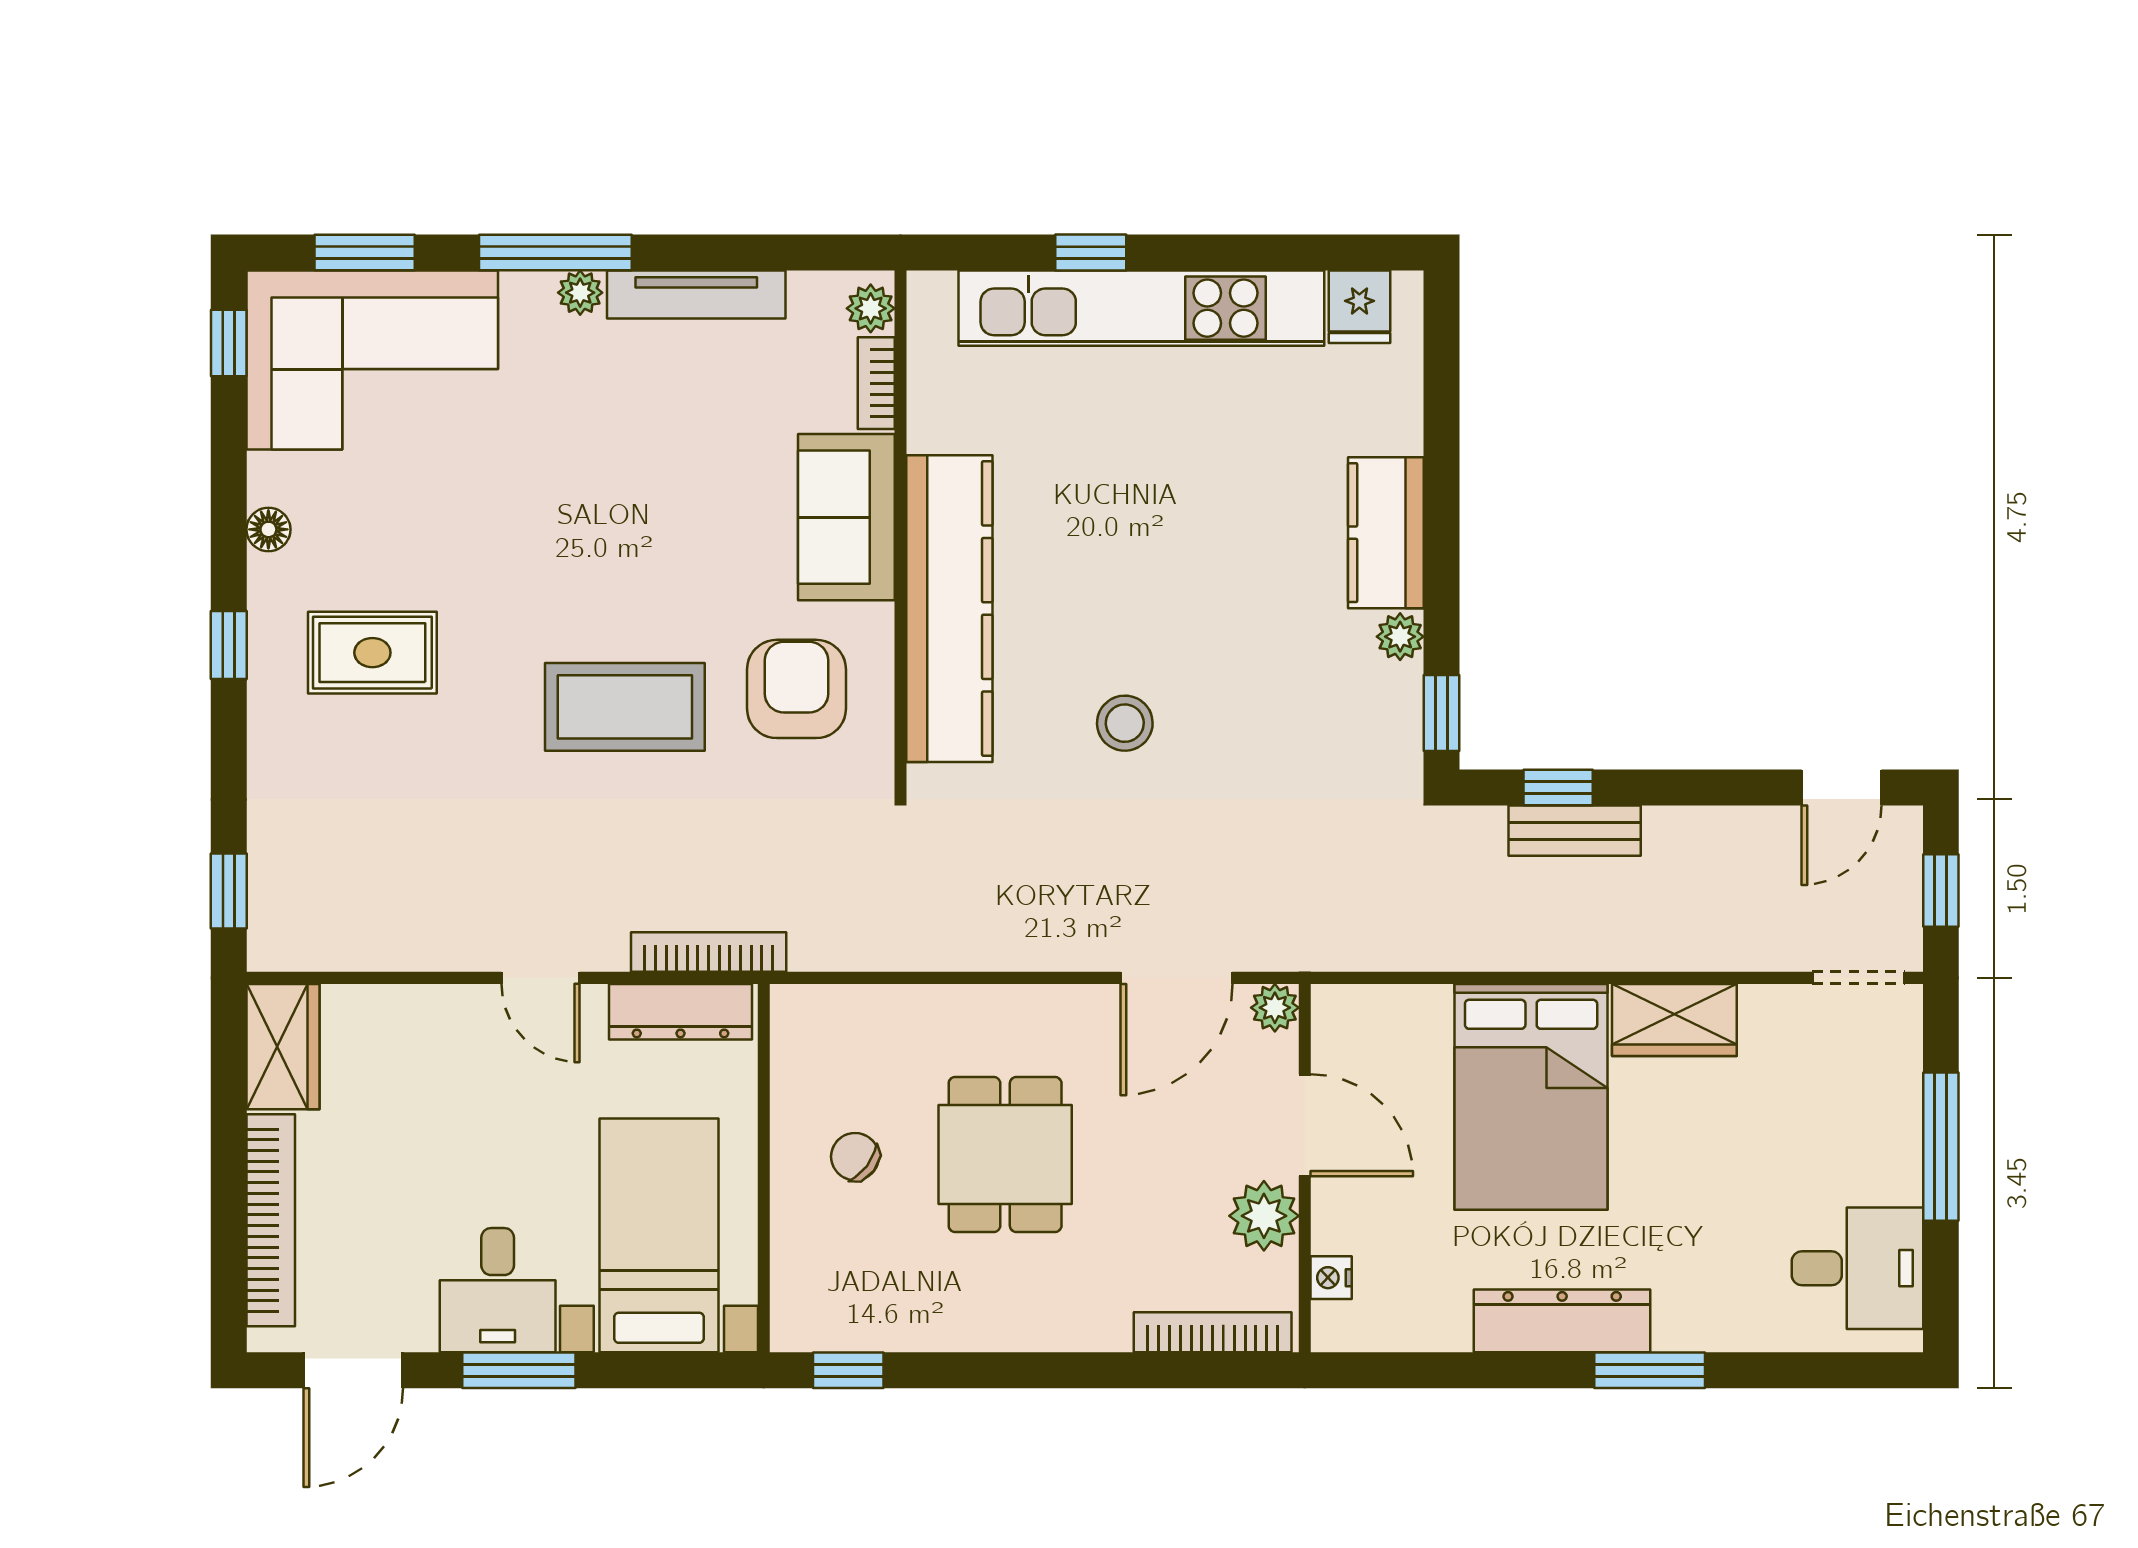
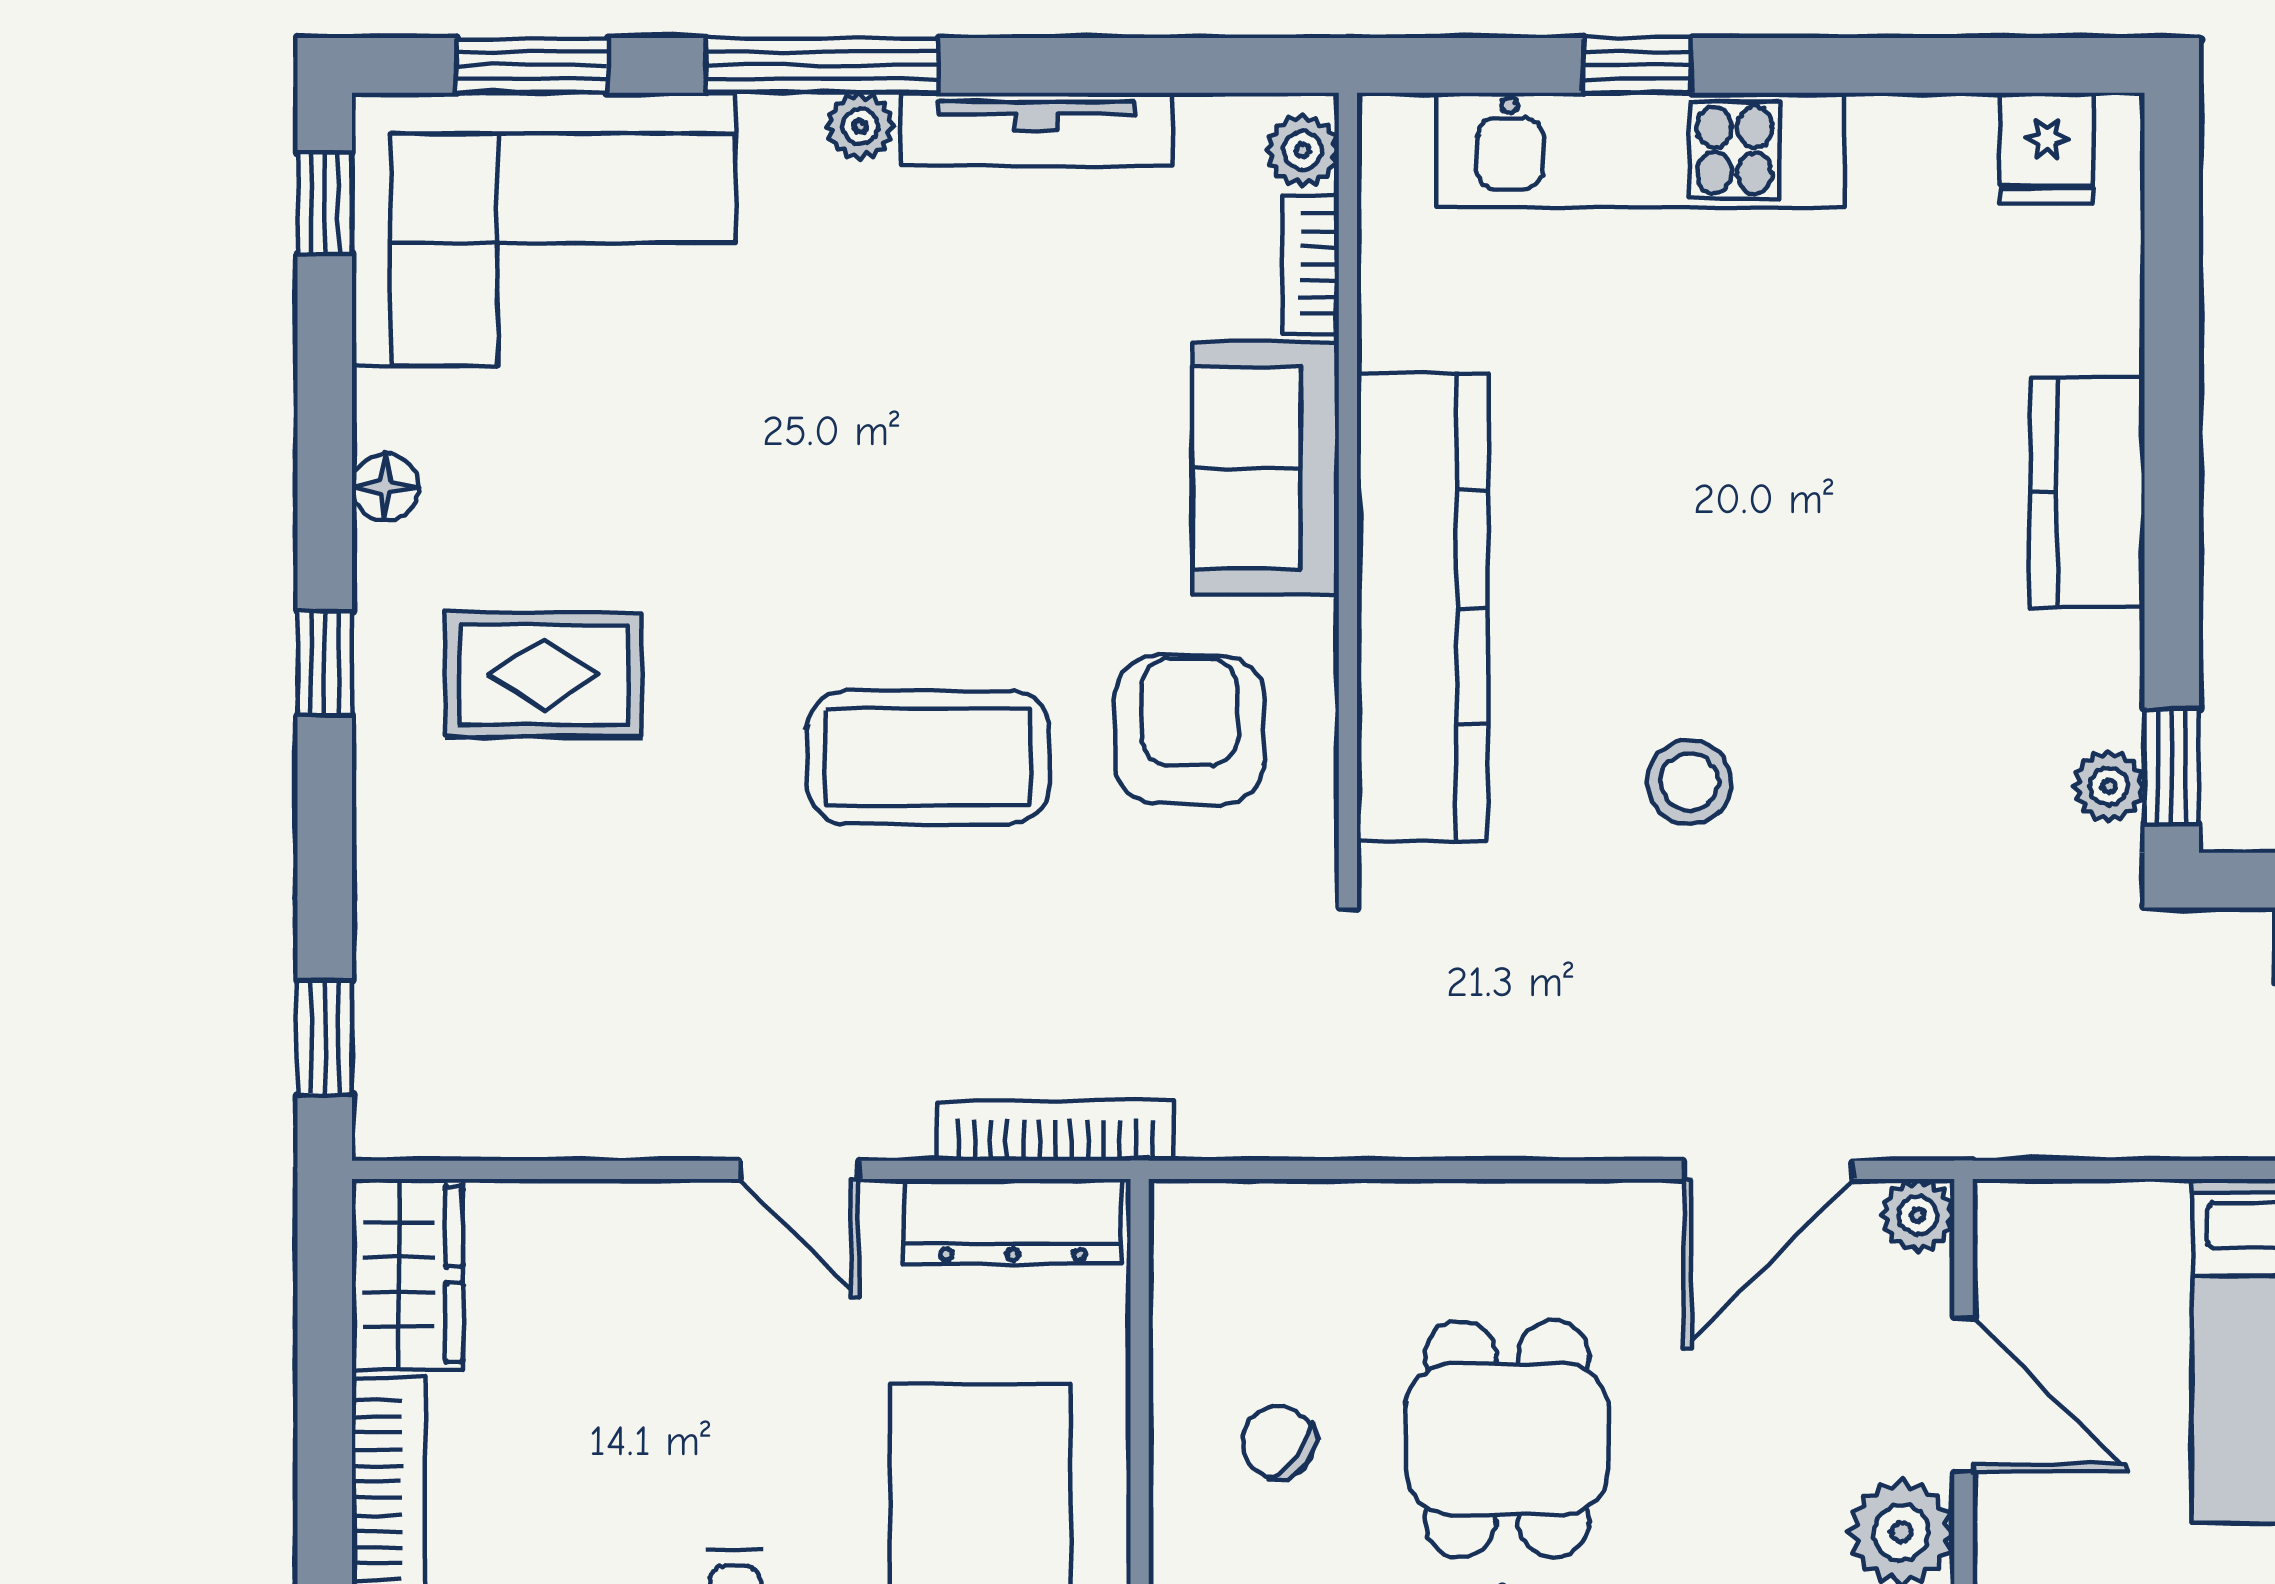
kitchen unit: (1141, 308) -> (1641, 150), width x0.73
plant: (1400, 637) -> (2109, 786), moved

